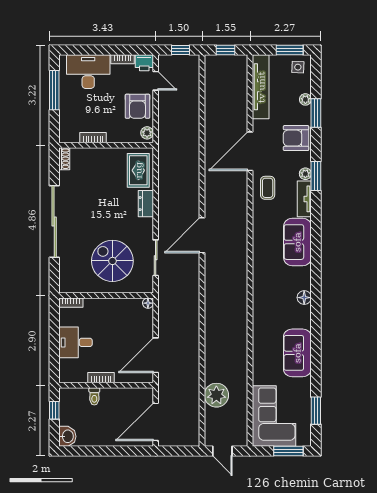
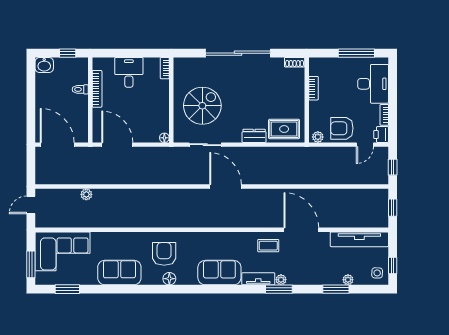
window: (290, 50) -> (393, 265), width x0.67
armchair: (296, 138) -> (164, 254), moved
bookcase: (101, 378) -> (97, 89), width x1.56
plant: (216, 395) -> (86, 194), width x0.53, depth x0.53

